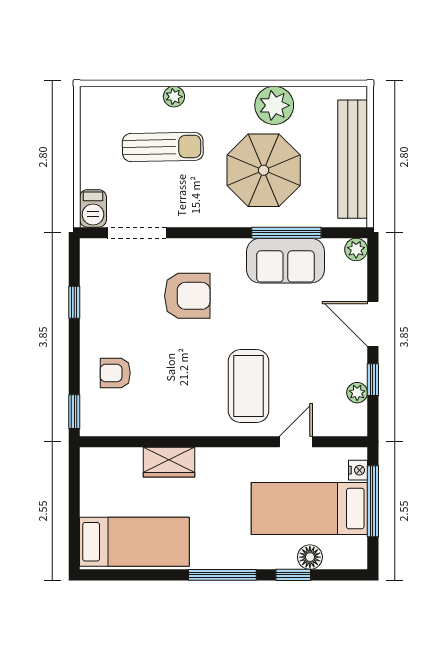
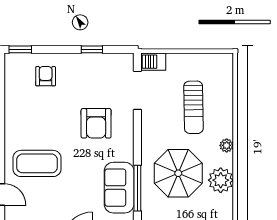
plant: (174, 97) -> (227, 145), moved

